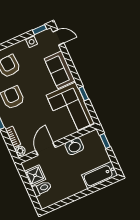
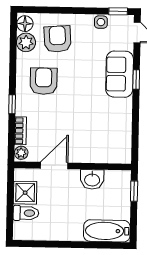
window: (84, 94) -> (136, 80), moved
corner sofa: (70, 109) -> (109, 130), removed

